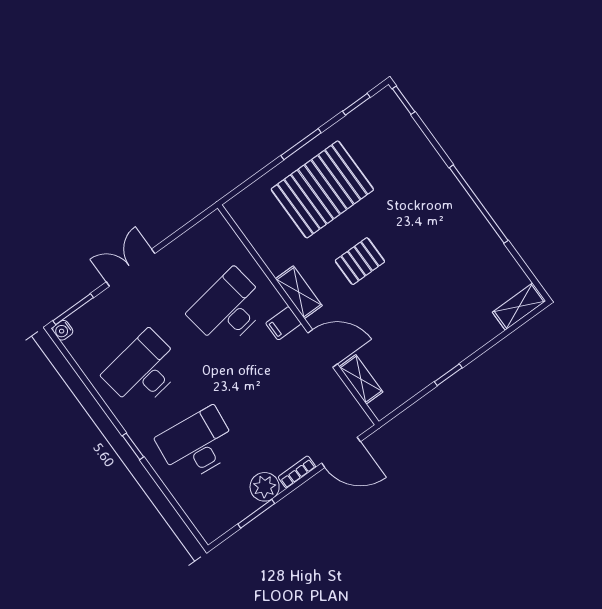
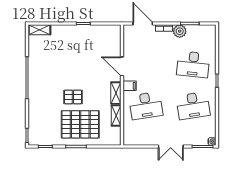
pallet: (360, 261) -> (73, 97), moved
shelving: (361, 379) -> (116, 116), moved

